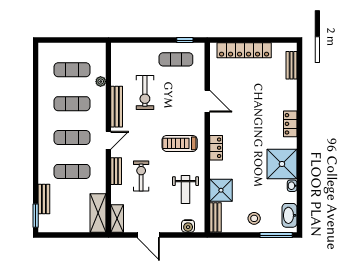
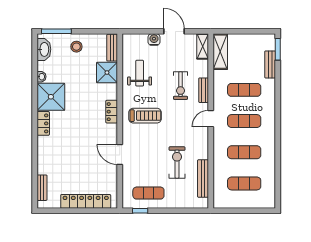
plant: (101, 82) -> (218, 173), removed
bench: (117, 107) -> (203, 179), moved
locker: (290, 124) -> (43, 123), moved
water cooler: (188, 226) -> (154, 40), moved

